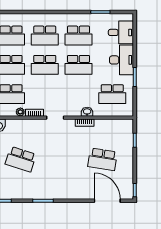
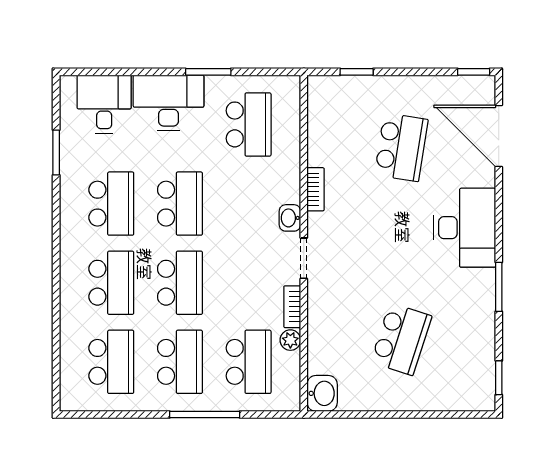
washbasin: (87, 112) -> (290, 218), moved
desk: (68, 186) -> (465, 228), added
door: (107, 201) -> (499, 136), hinge flipped

